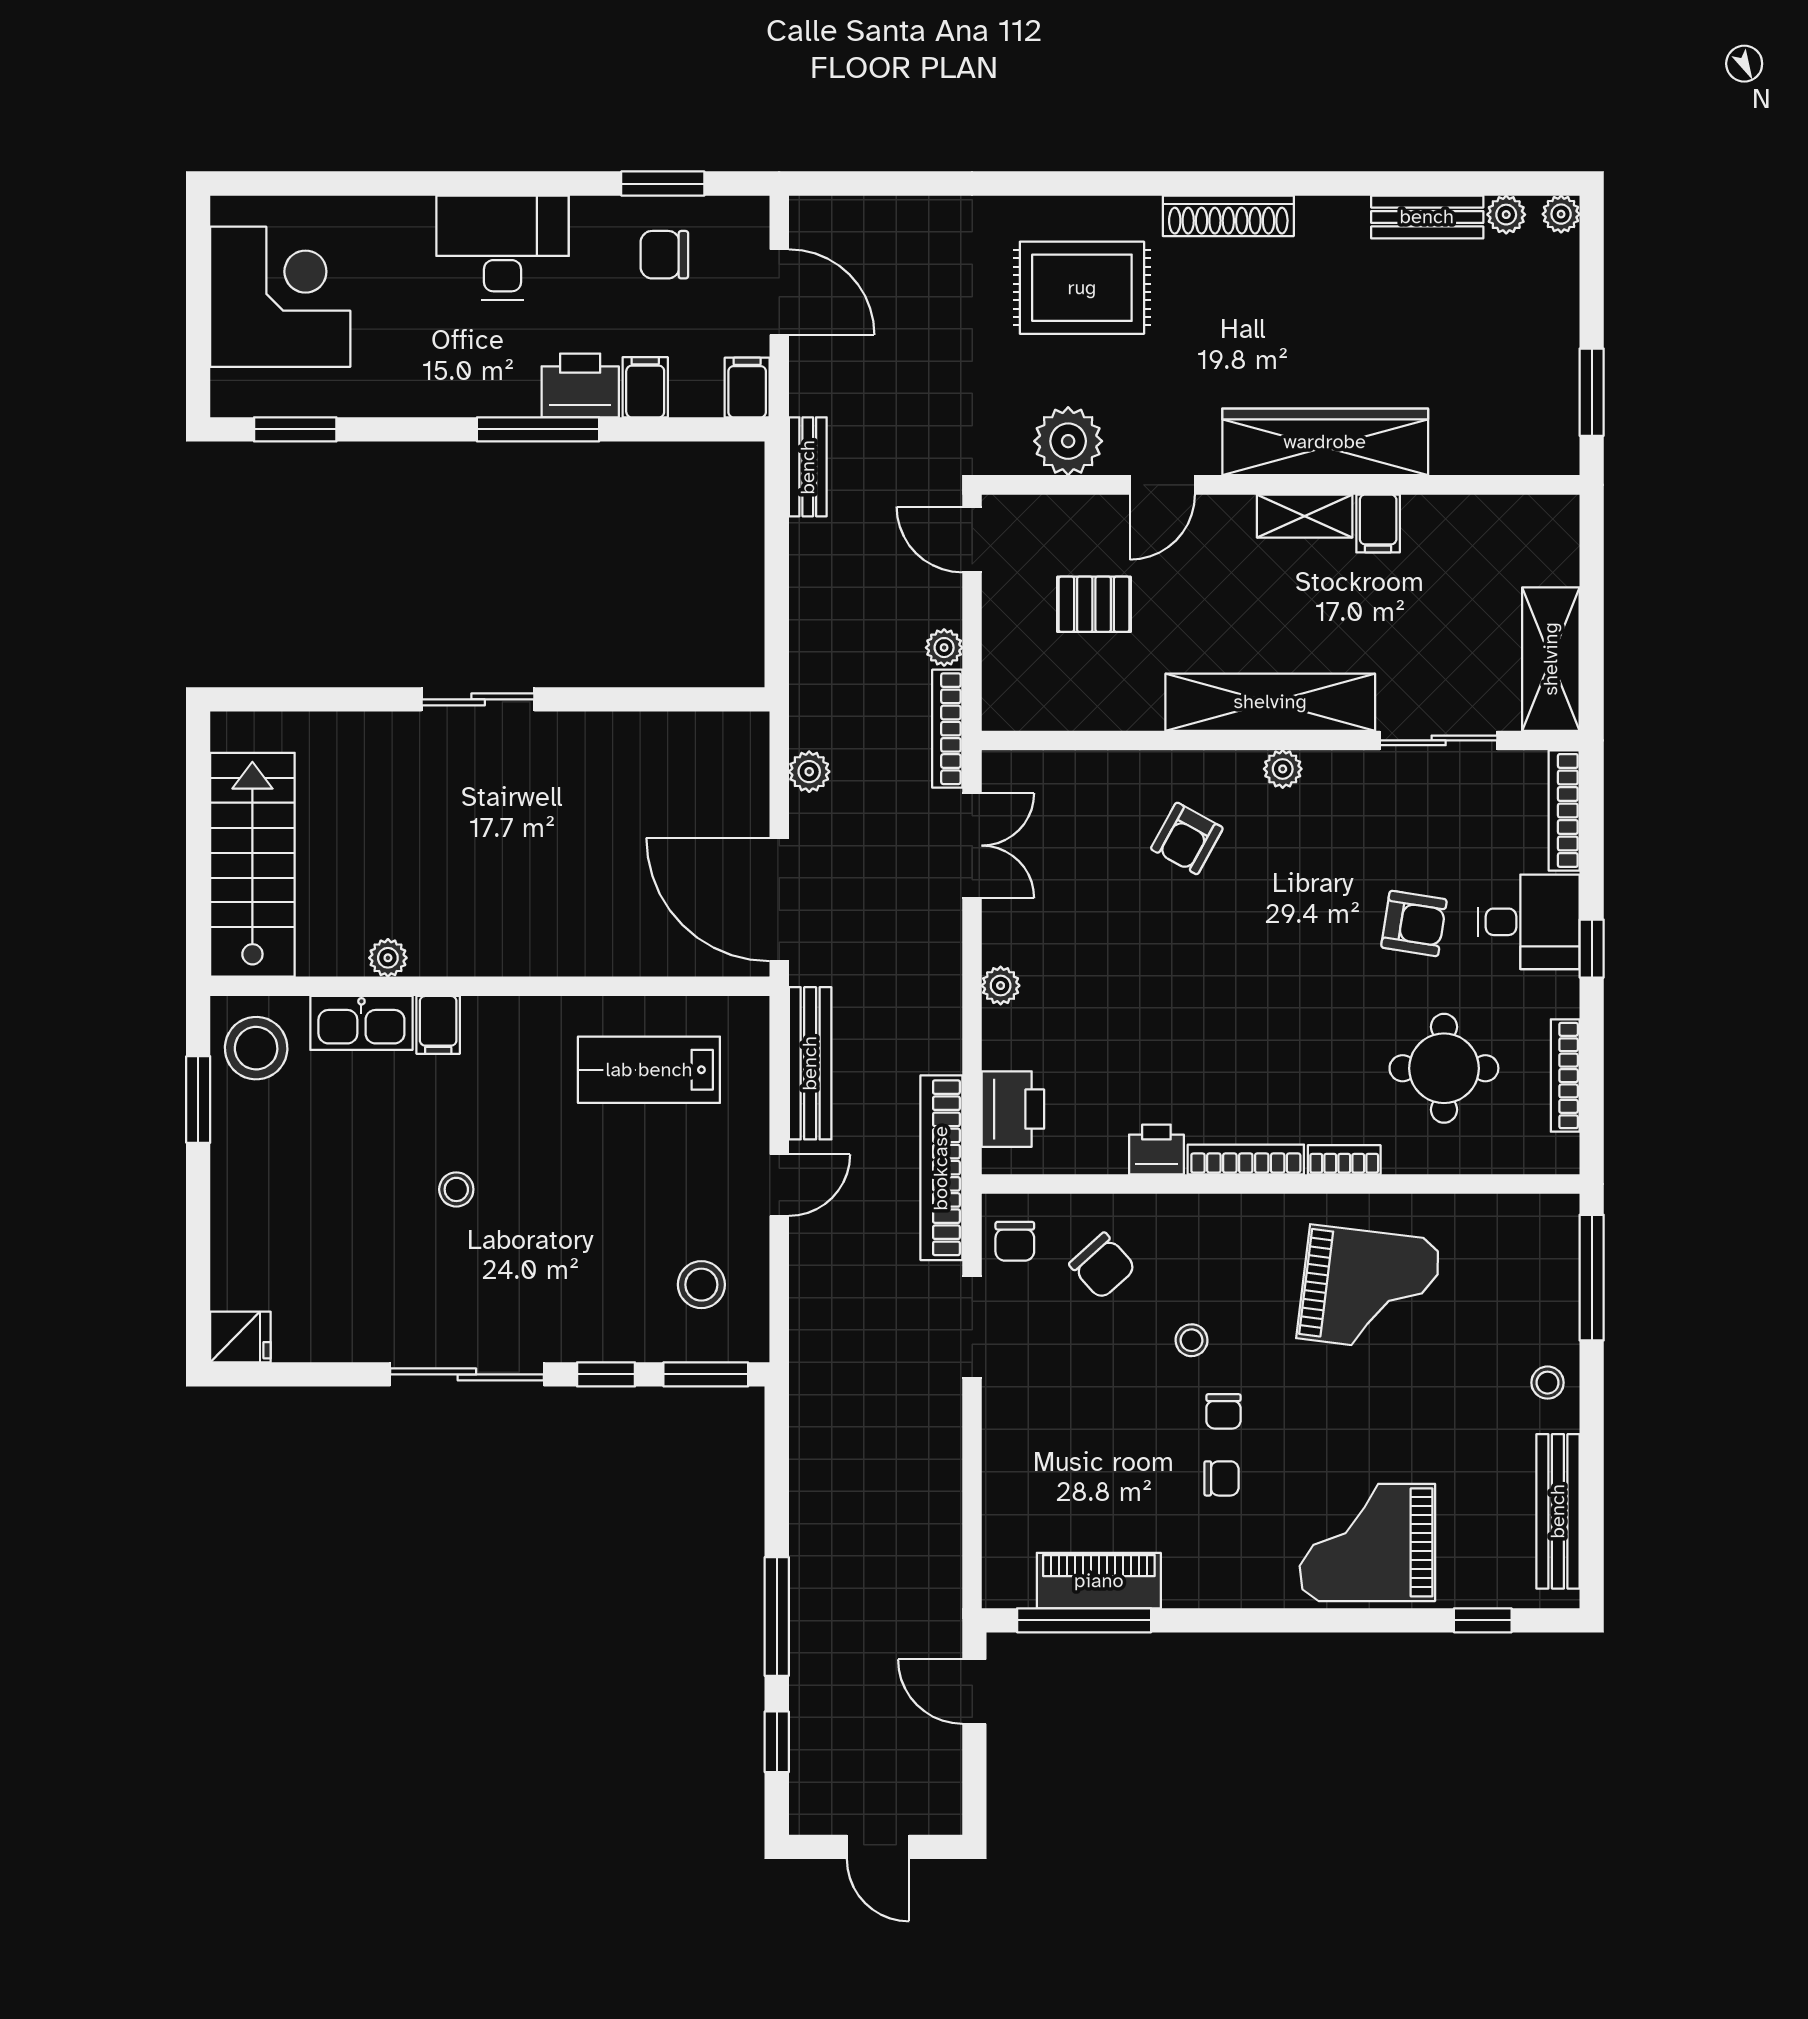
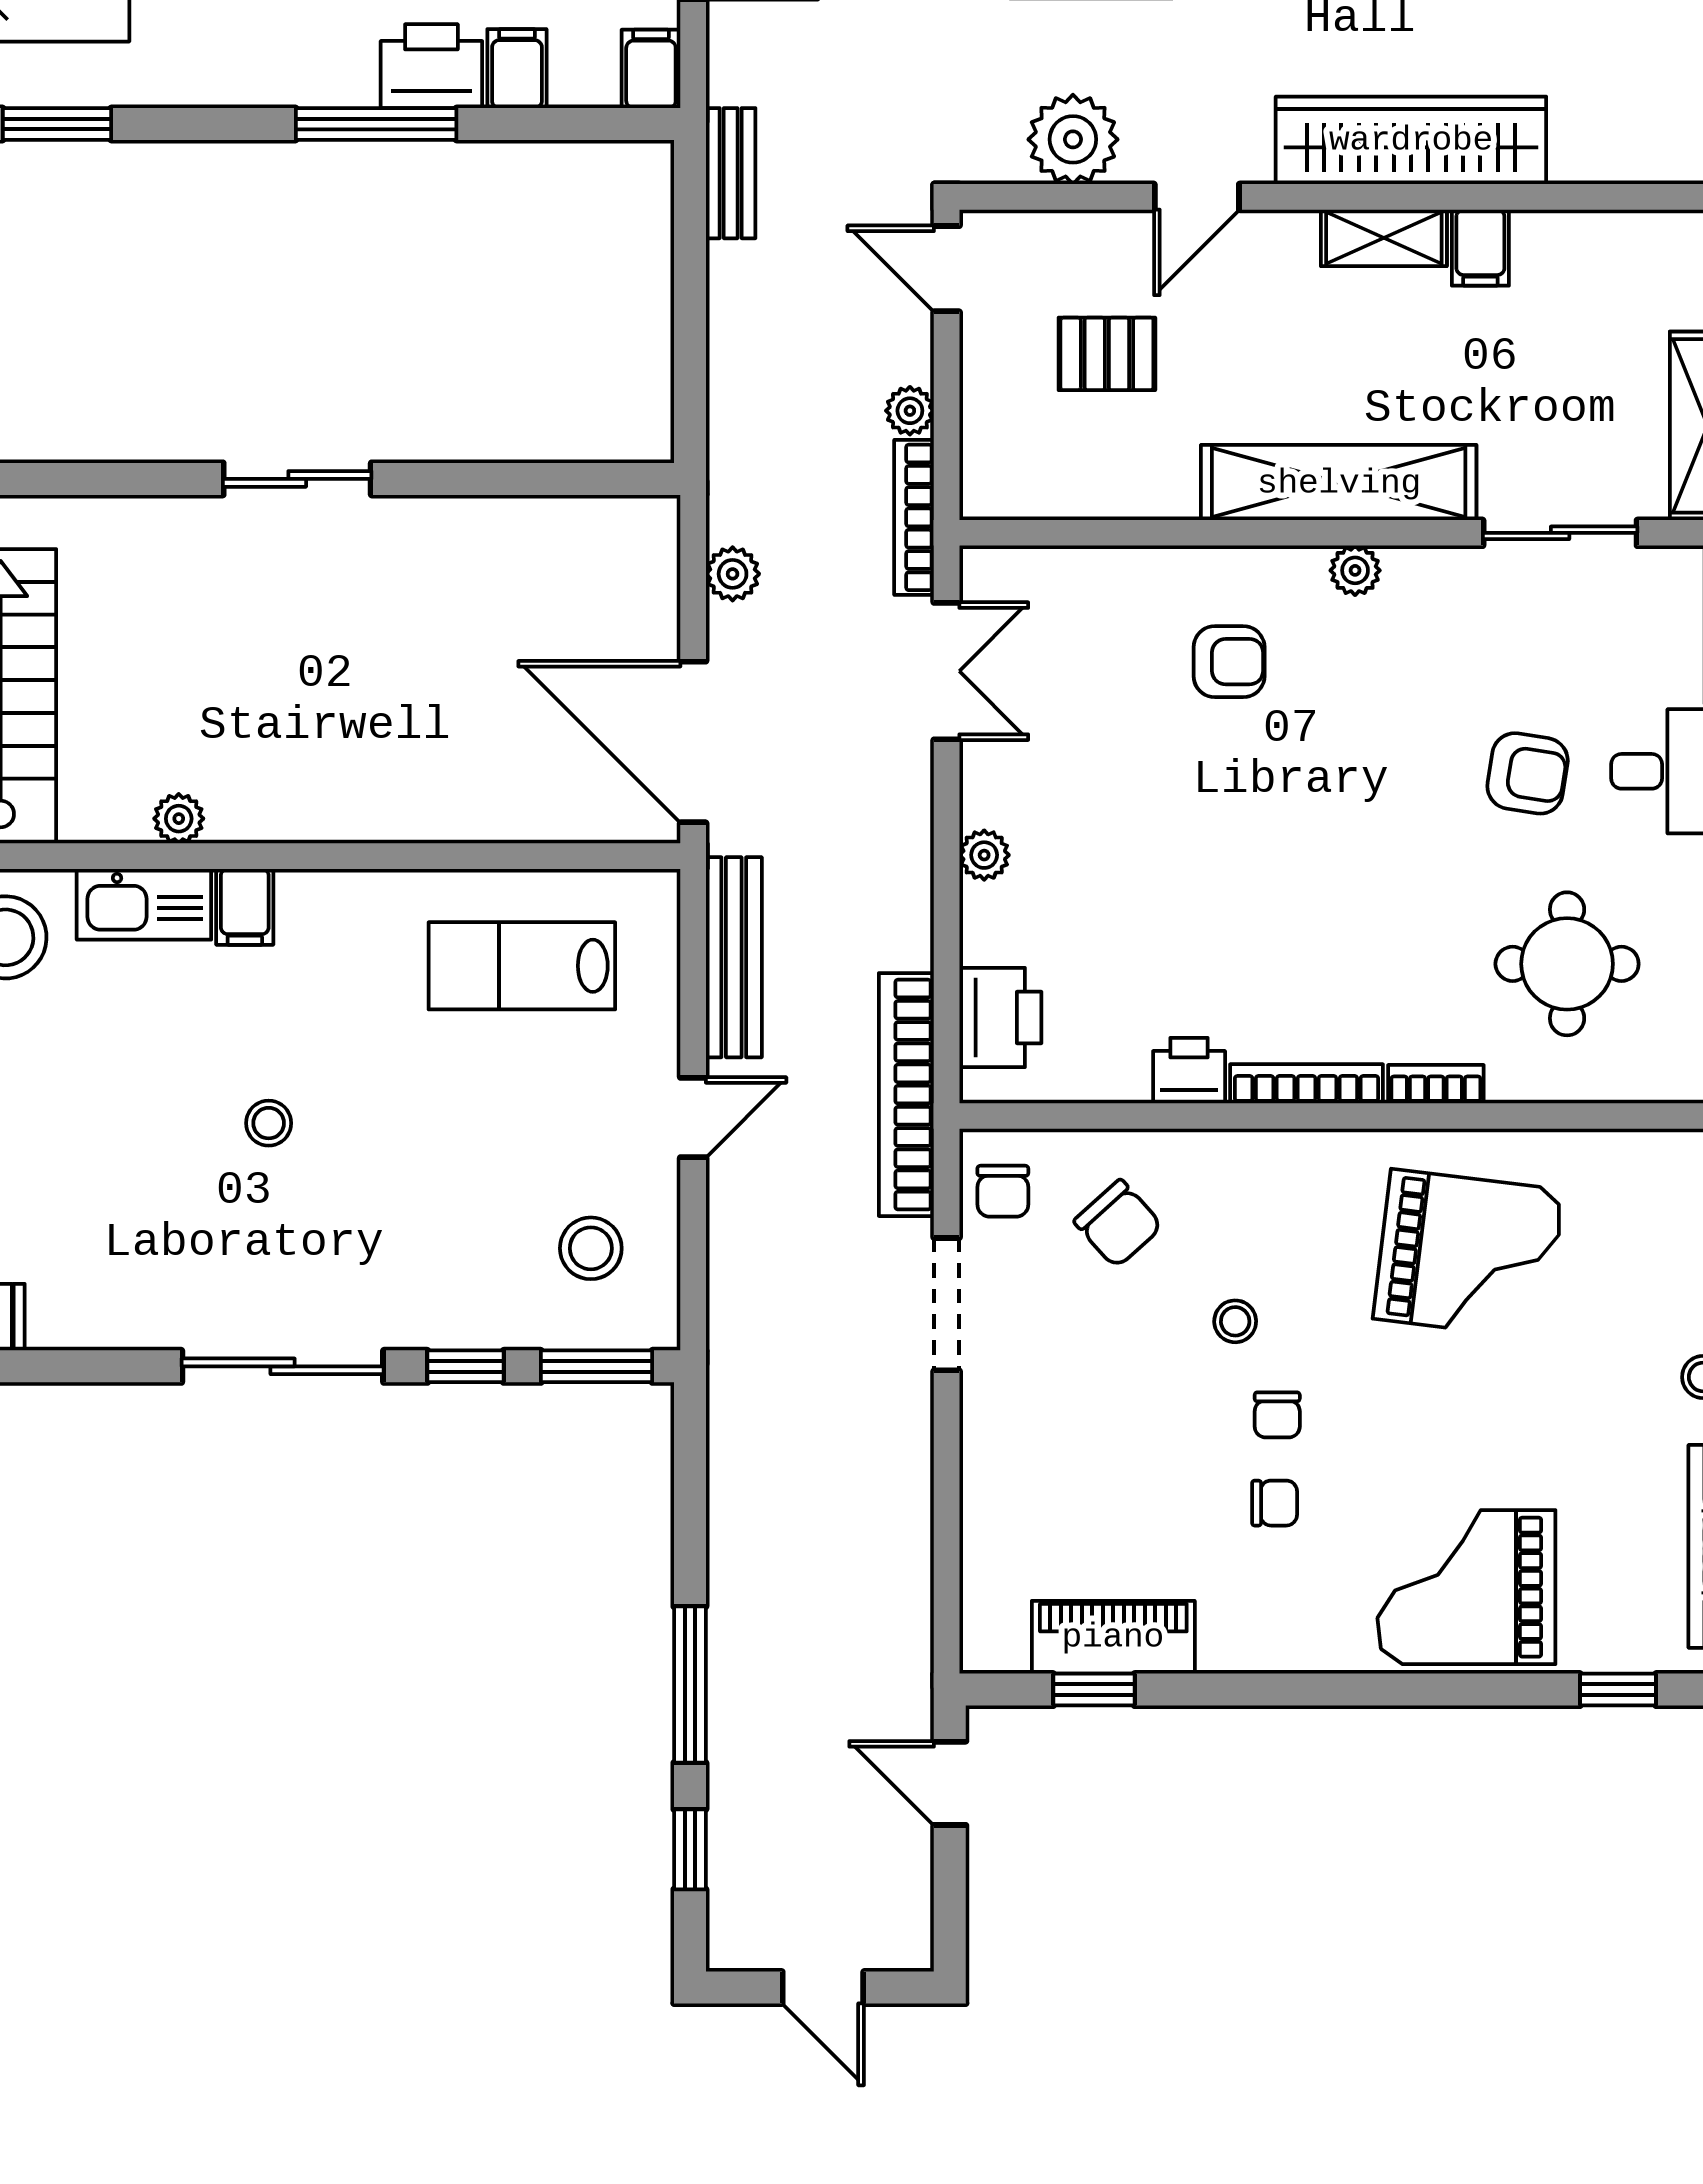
armchair: (1187, 838) -> (1229, 662), turned -119
window: (1084, 1620) -> (1094, 1690), width x0.46

